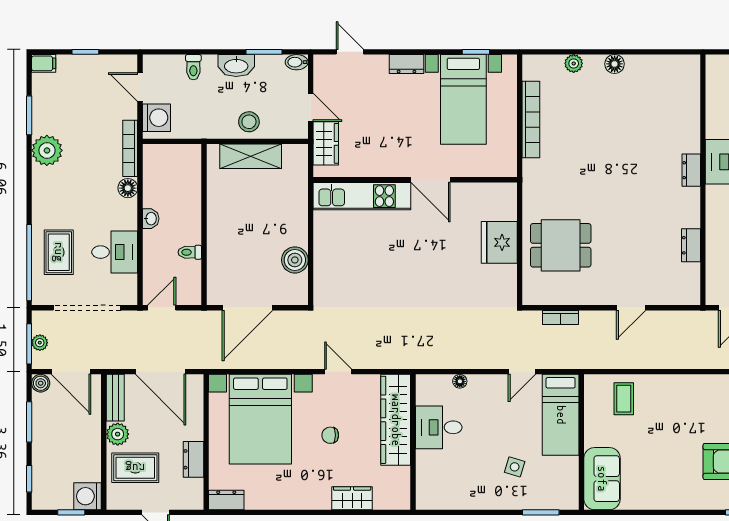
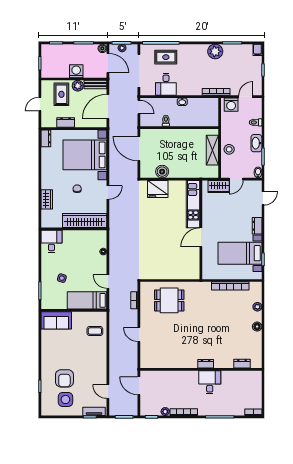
floor lamp: (128, 188) -> (197, 91), removed
fridge: (499, 242) -> (158, 189), moved, turned 180
dining table: (561, 245) -> (169, 300), turned 90
dresser: (691, 245) -> (242, 364), moved
door: (71, 372) -> (108, 63), swing flipped
desk: (439, 427) -> (51, 241), moved
washing machine: (88, 496) -> (76, 71), moved

